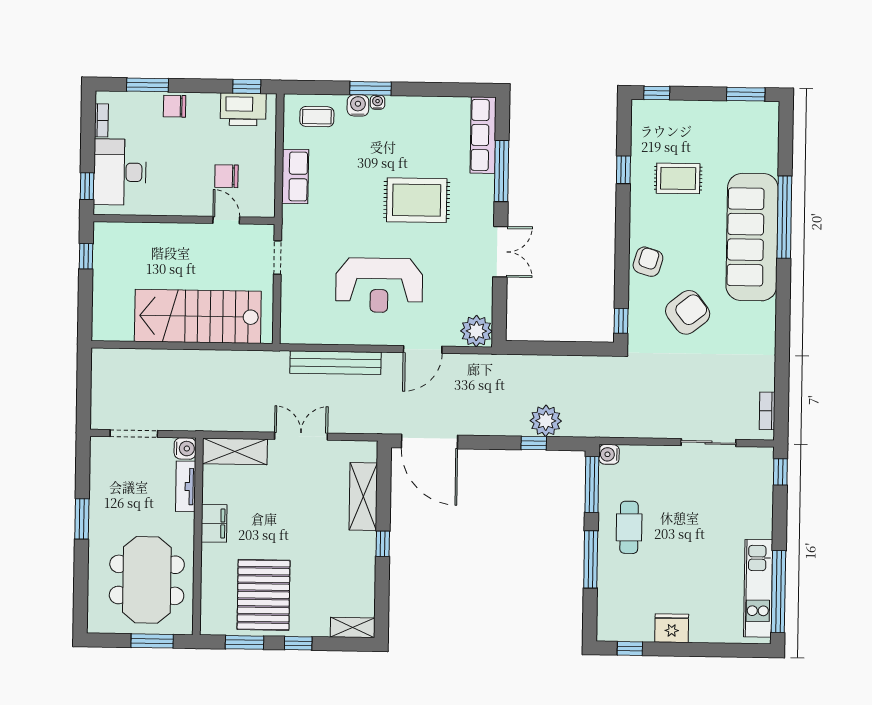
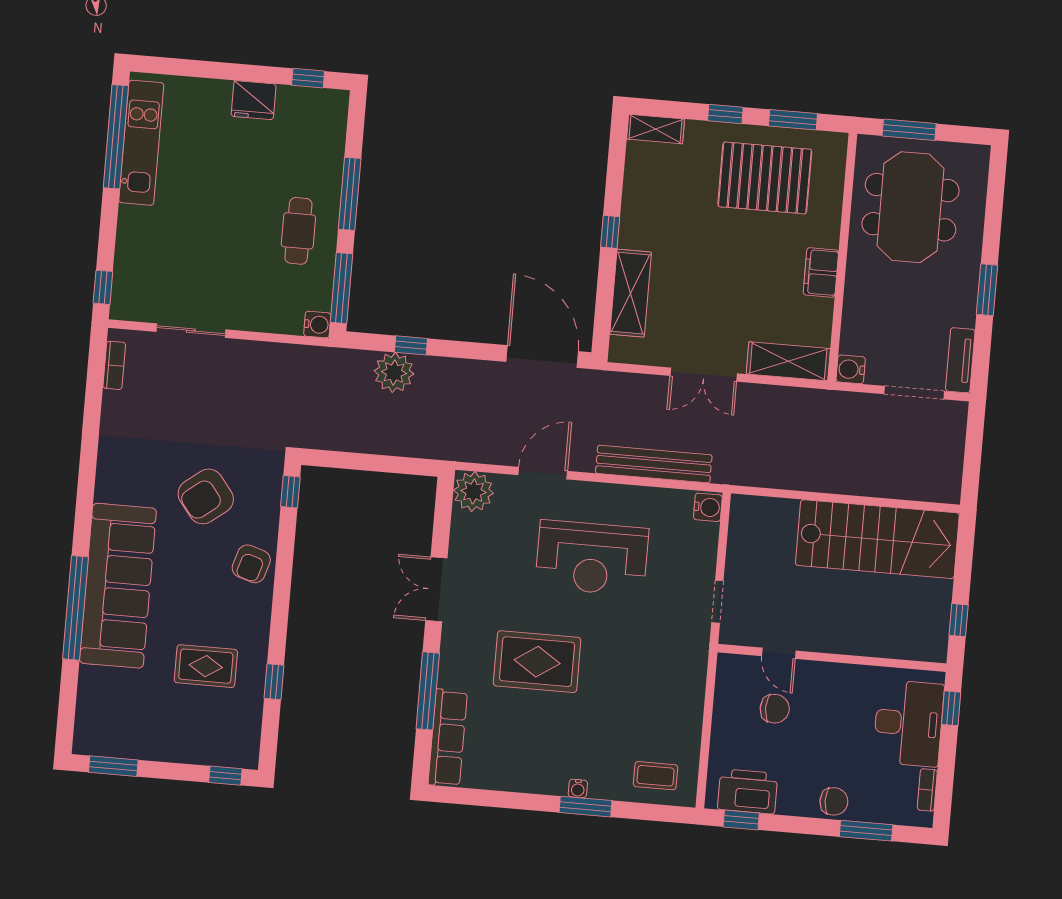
water cooler: (358, 105) -> (708, 507), moved, turned -90
row of seats: (295, 176) -> (688, 702), removed
reception desk: (379, 285) -> (592, 558), turned 180
stairs: (198, 316) -> (877, 539), moved
tv unit: (186, 486) -> (960, 360), moved, turned 180
pallet: (264, 595) -> (765, 178), turned 90

